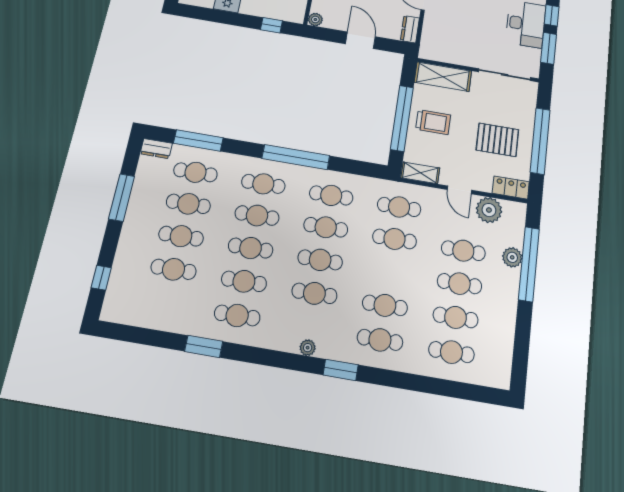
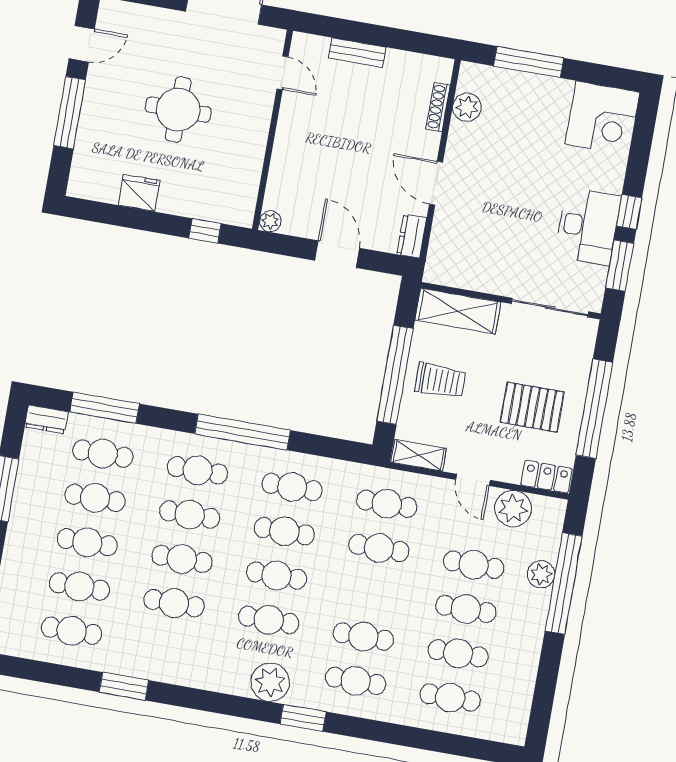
cafe table: (237, 315) -> (72, 631), moved
plant: (308, 348) -> (270, 682), width x1.88, depth x1.88

